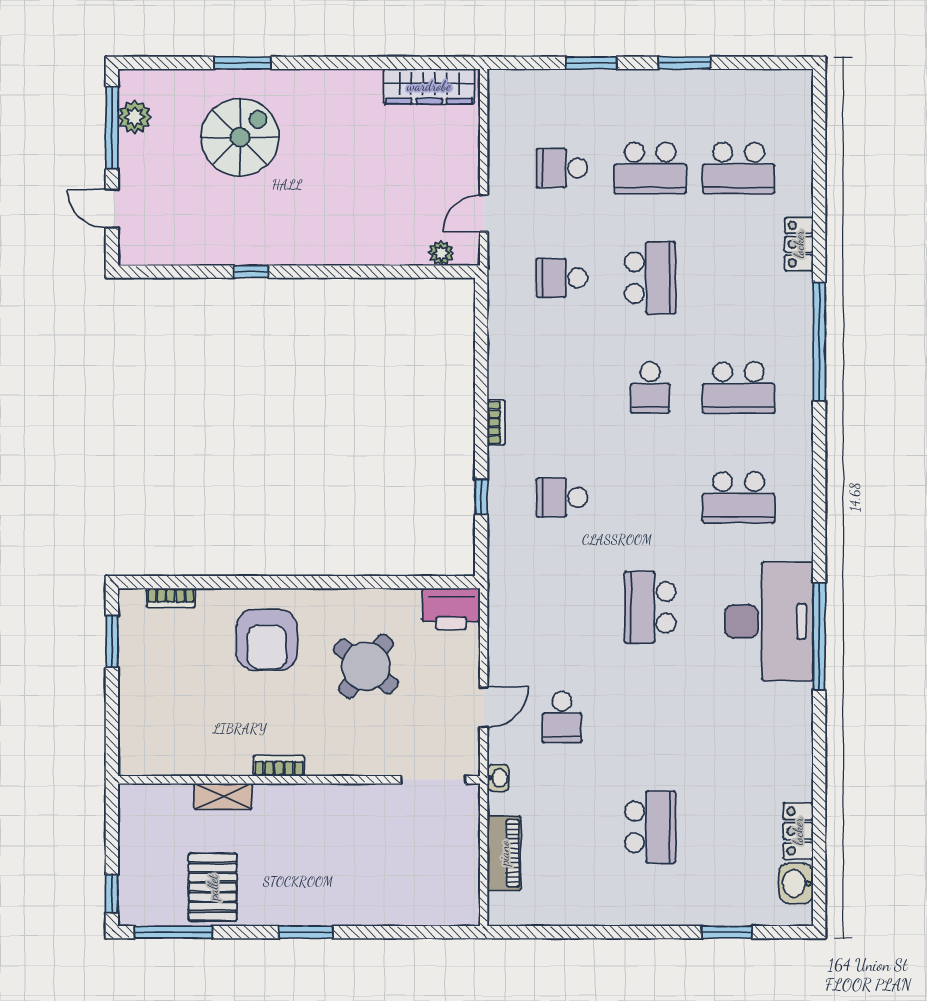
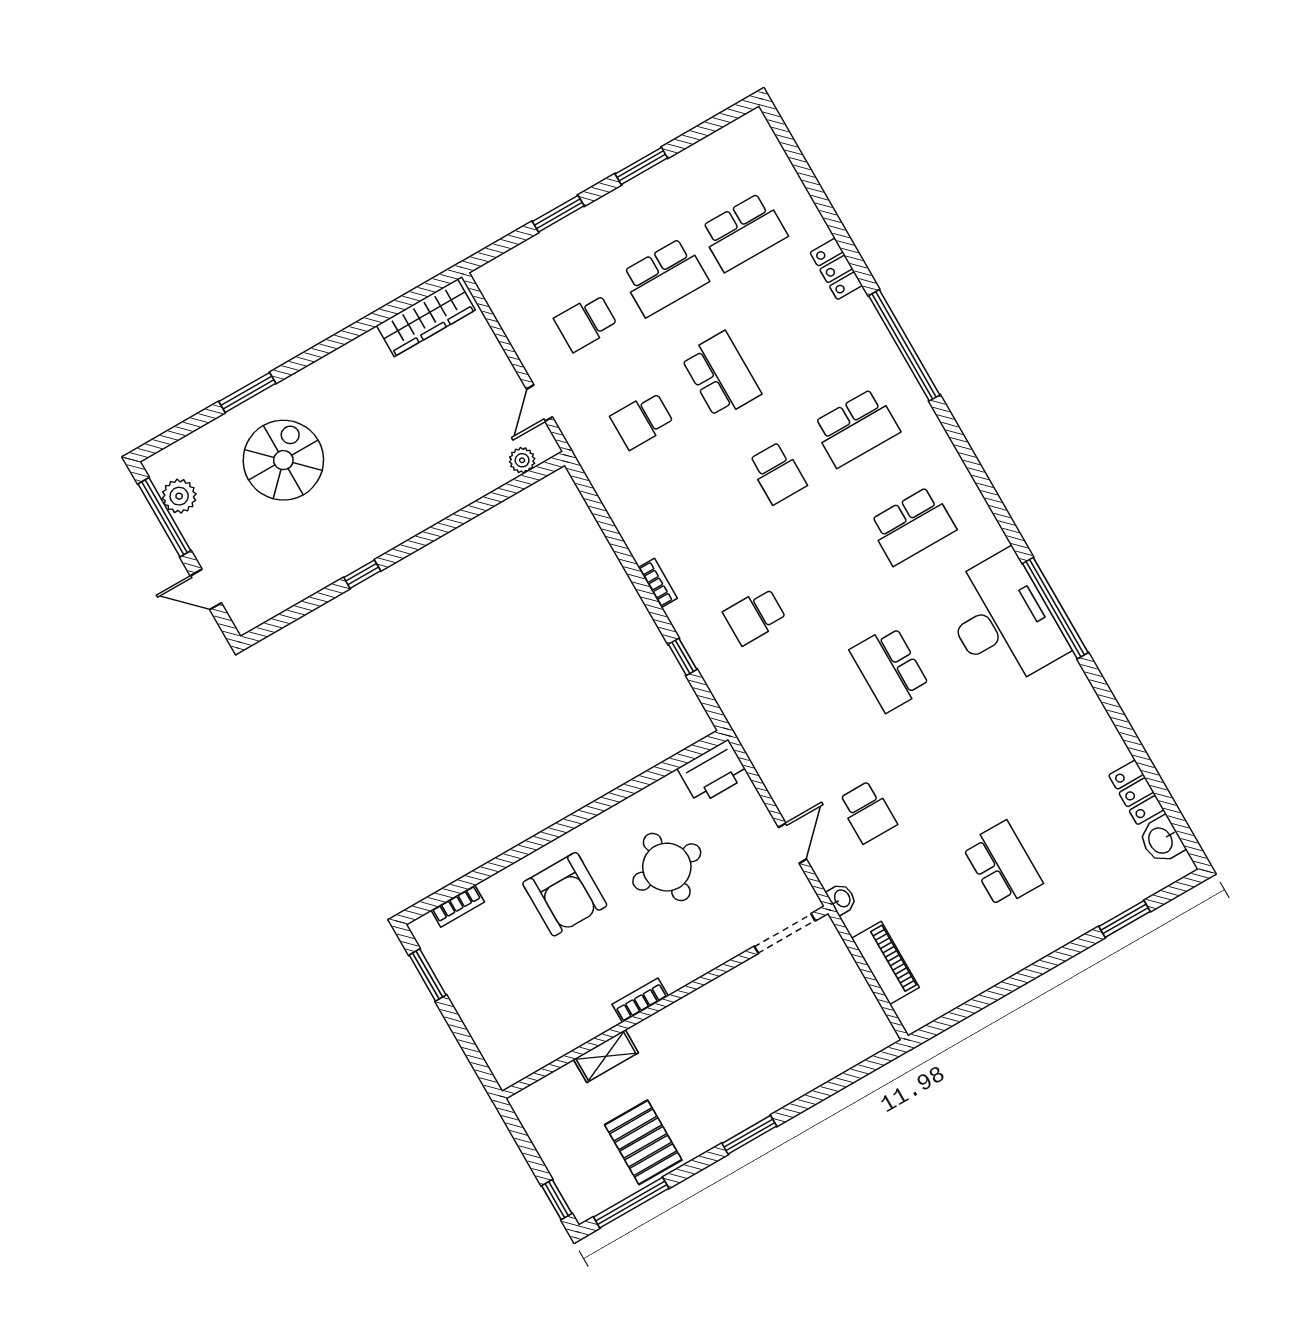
round table: (366, 666) -> (667, 867), turned -38

